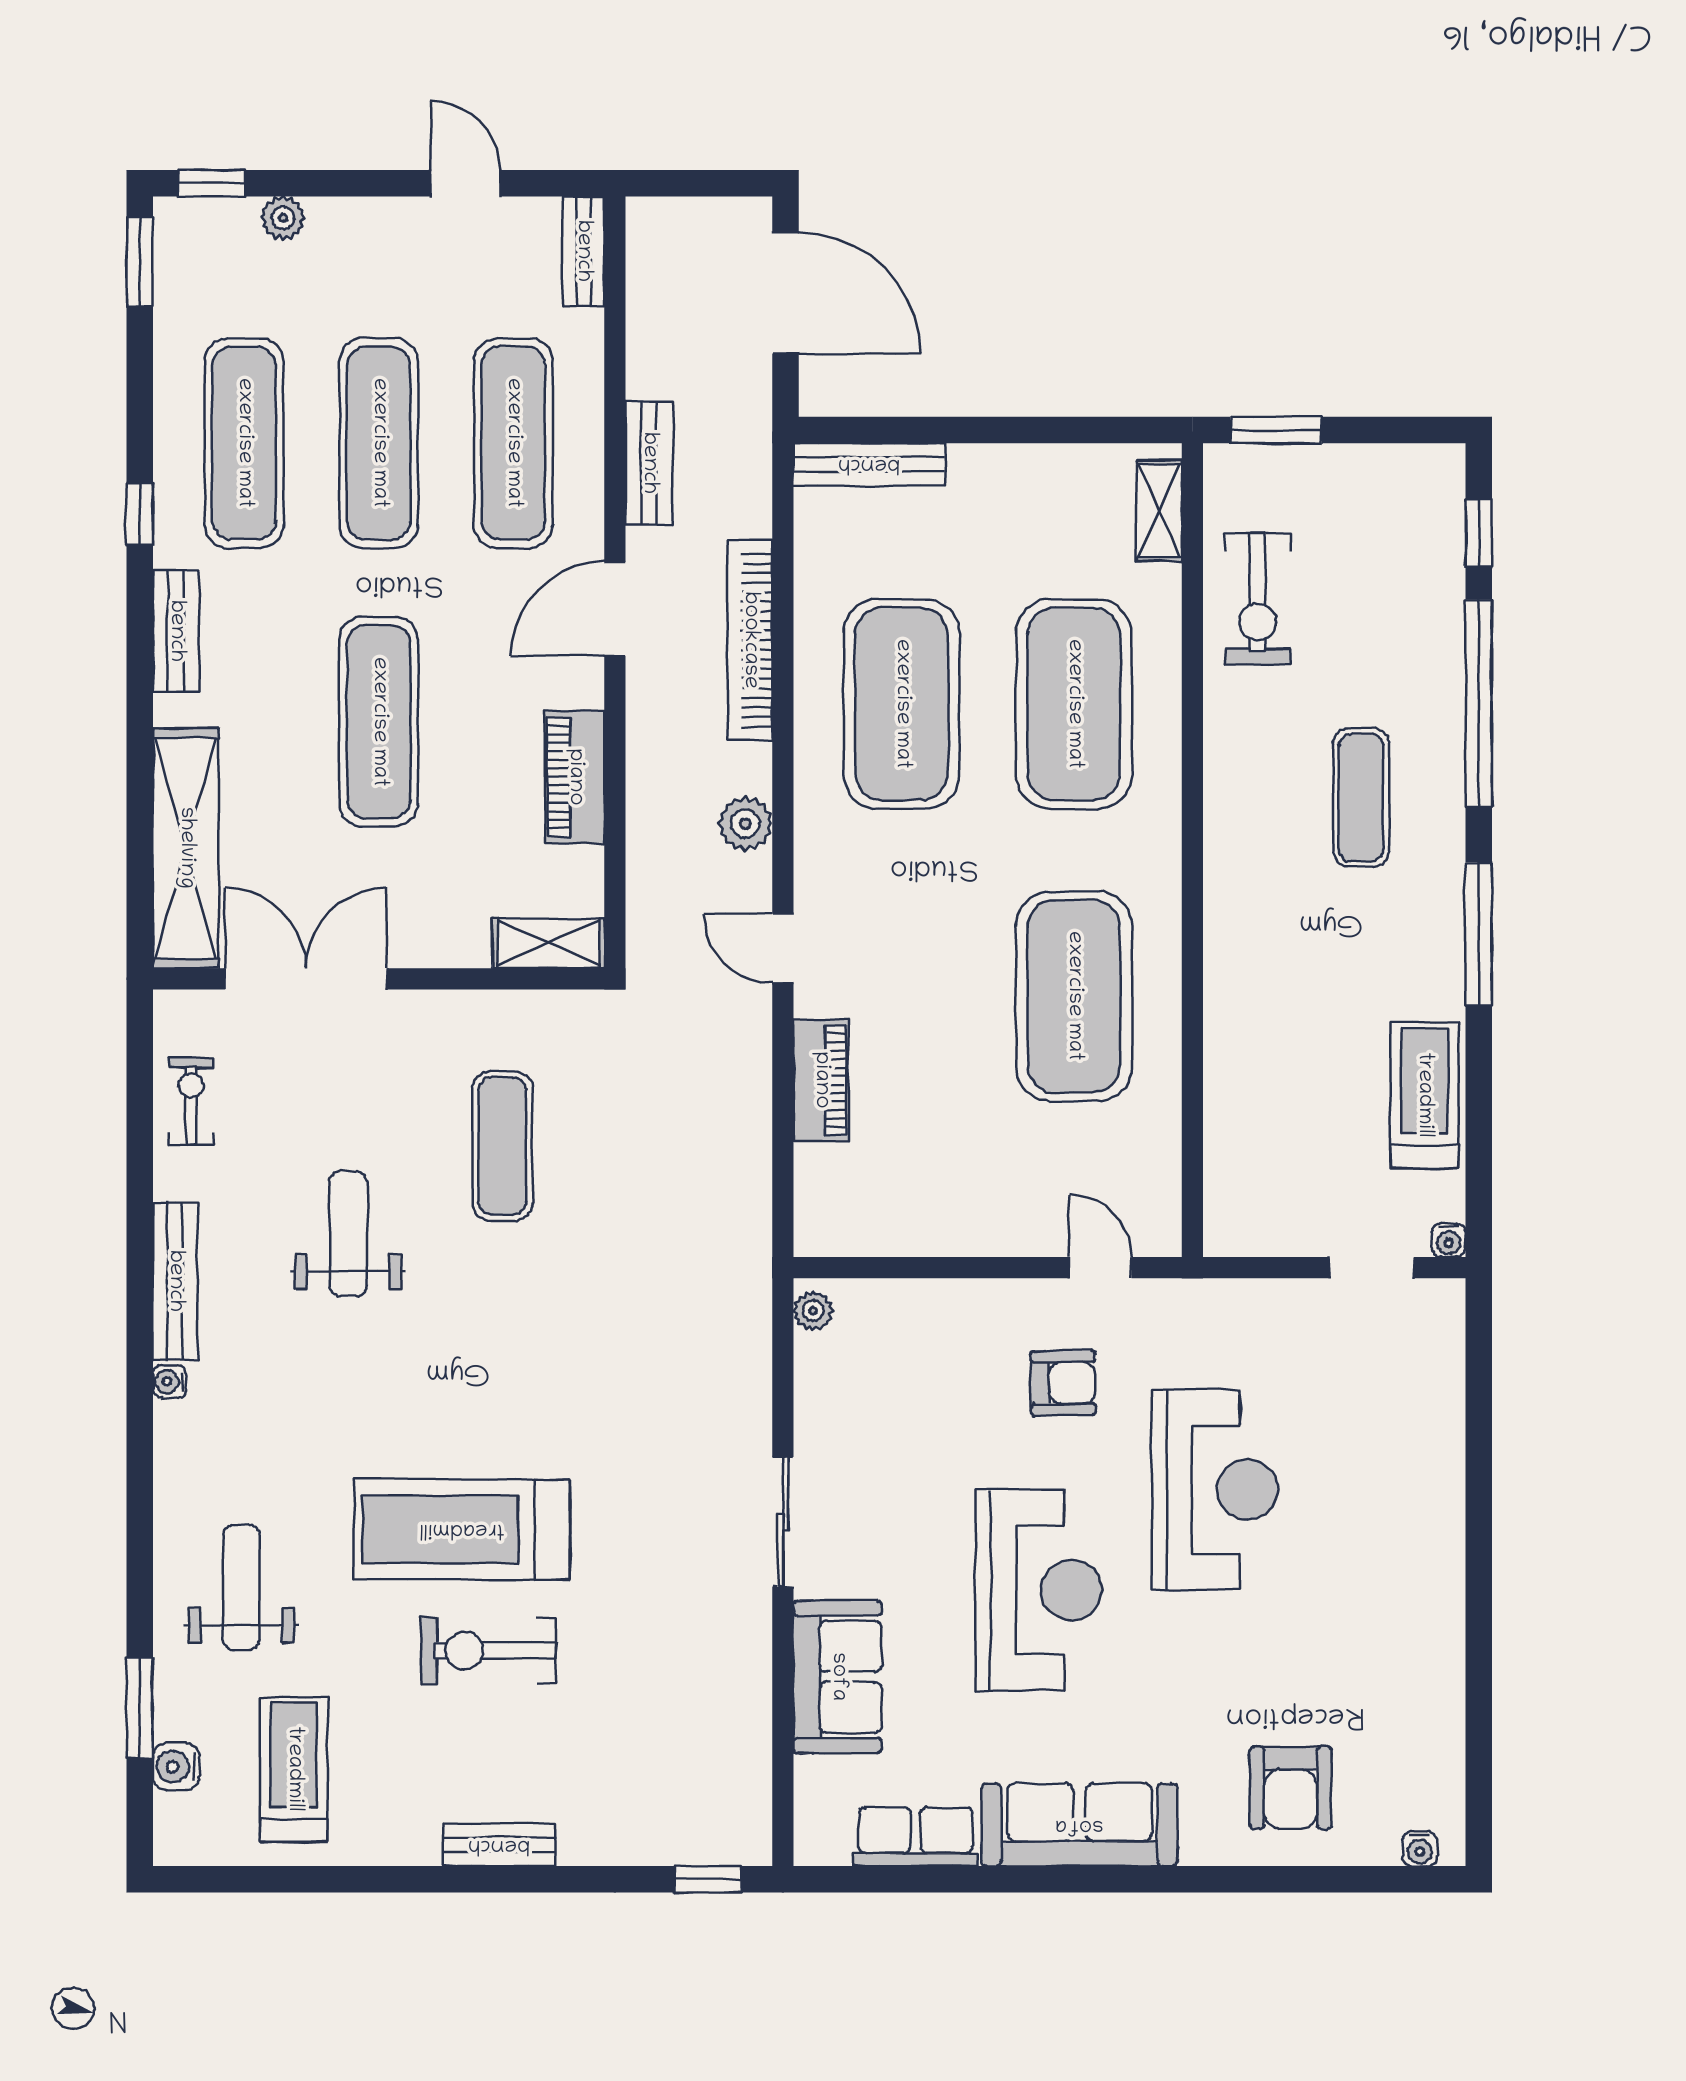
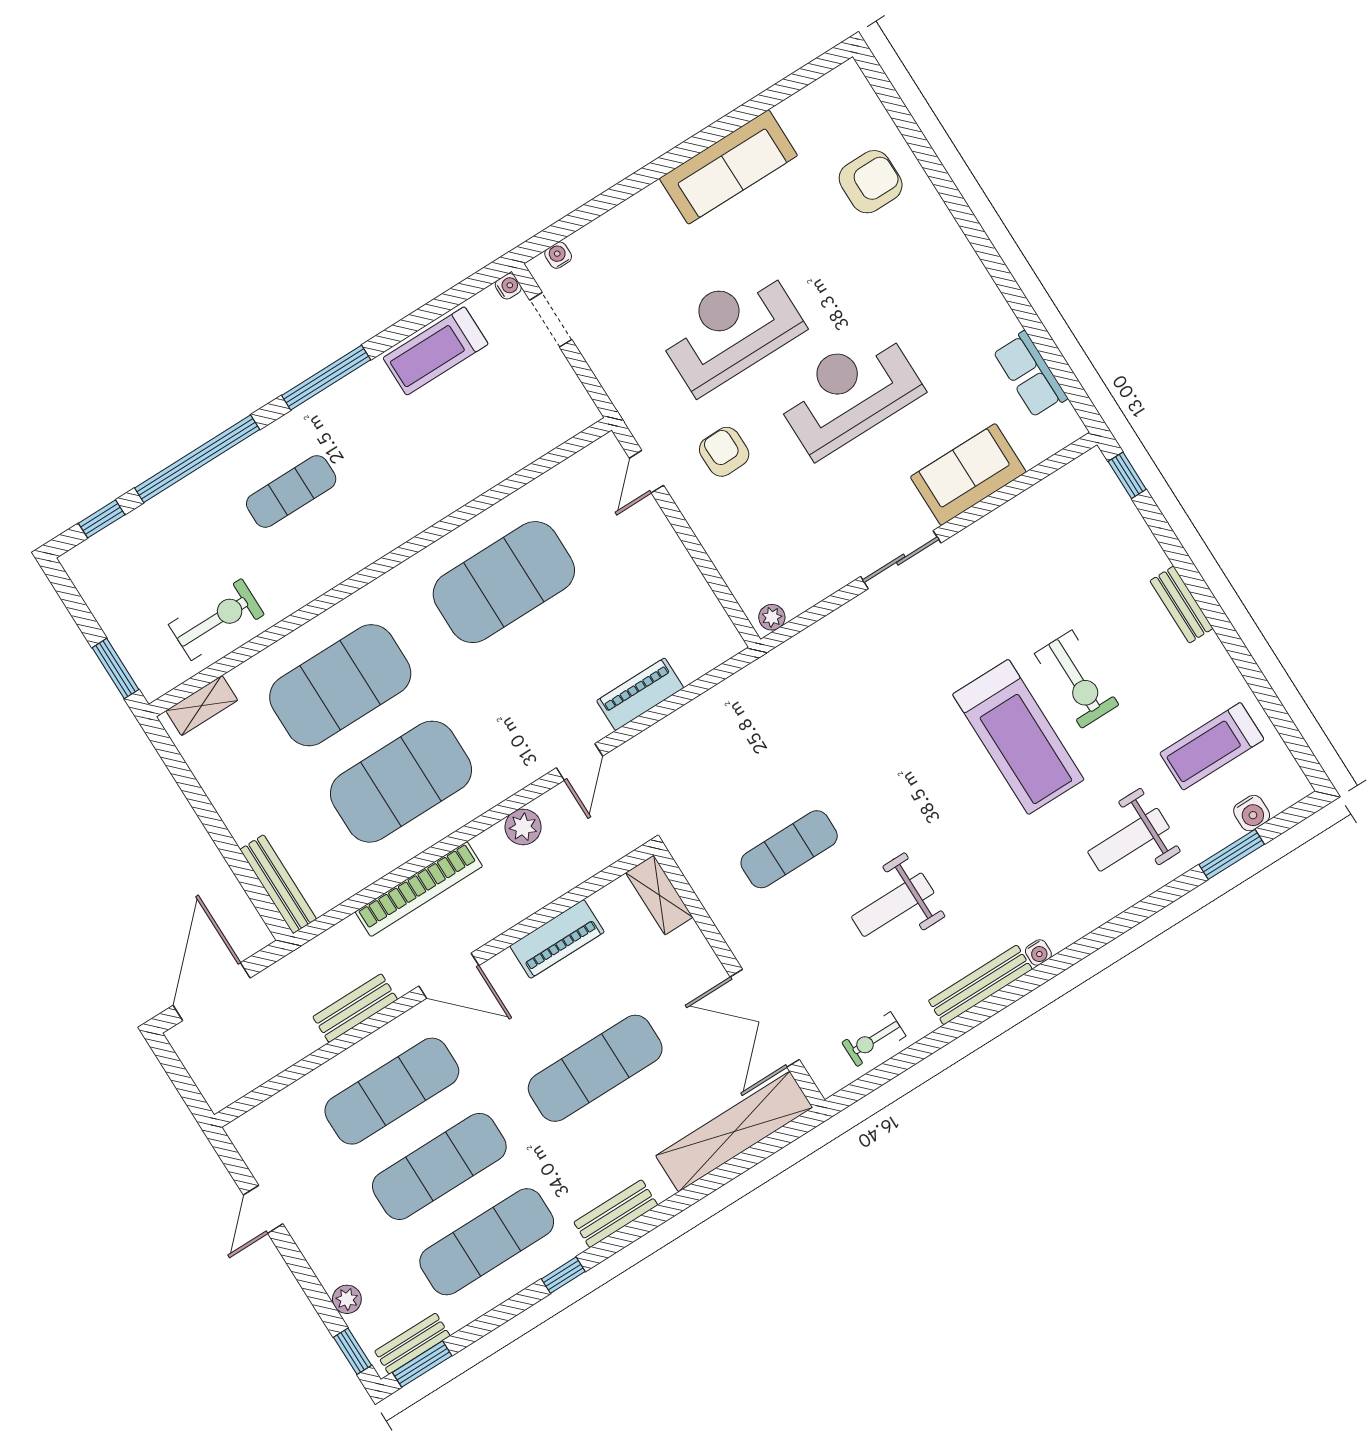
bench: (583, 251) -> (412, 1344), moved
sofa: (1079, 1825) -> (728, 167), moved, turned -90
water cooler: (1420, 1849) -> (558, 255), moved, turned -90

